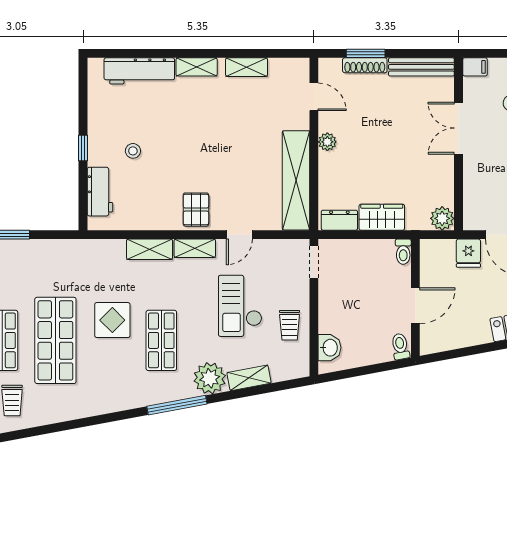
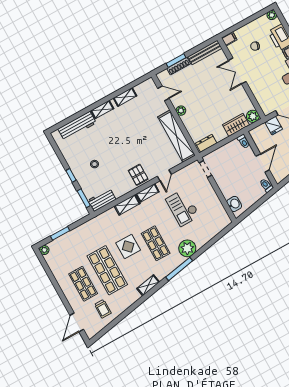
workbench: (100, 192) -> (102, 200), moved, turned -90
window: (83, 198) -> (84, 198), added
wardrobe: (382, 217) -> (236, 125), moved
trolley: (290, 325) -> (210, 204), removed
shelving: (249, 378) -> (148, 285), moved

